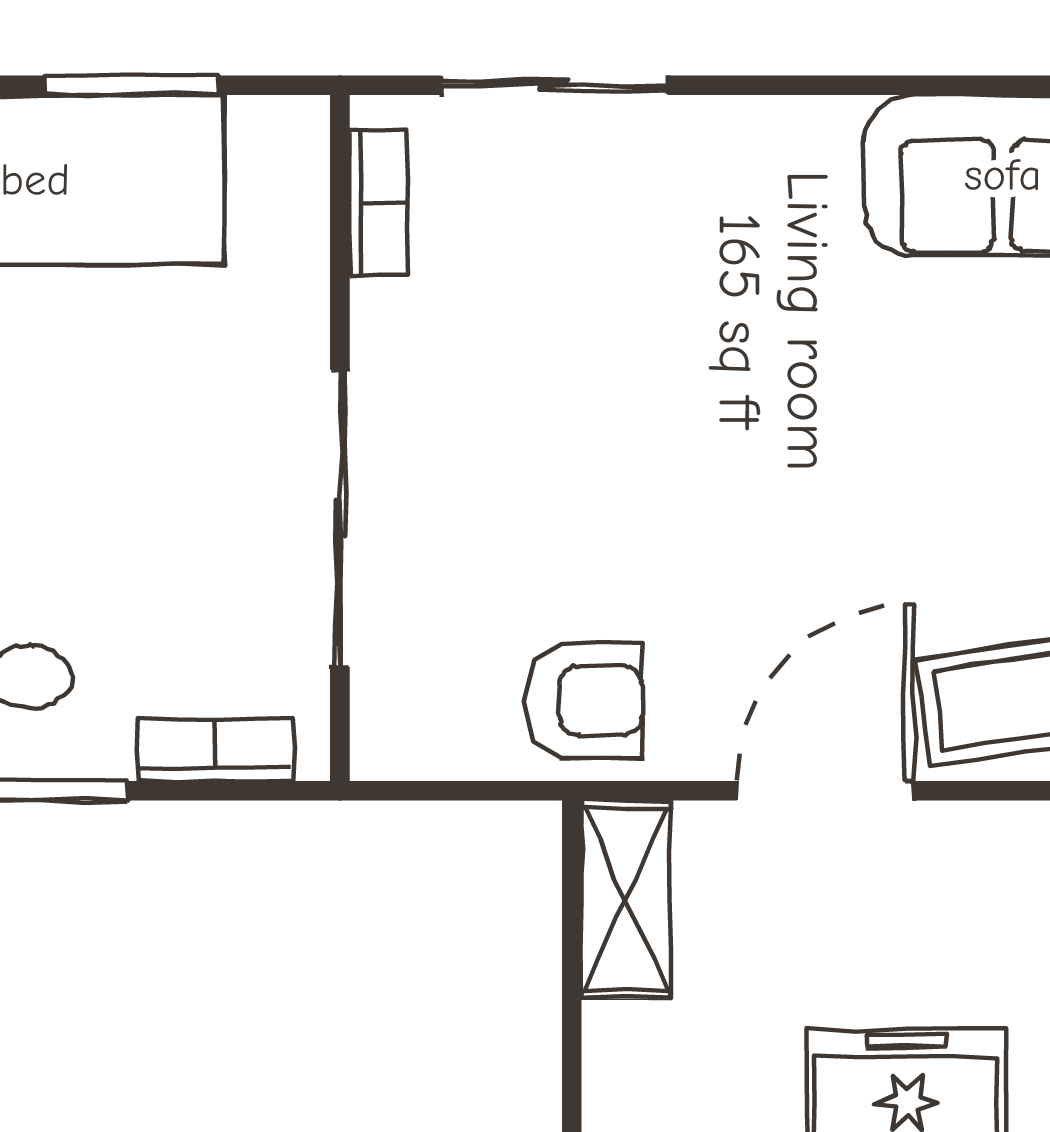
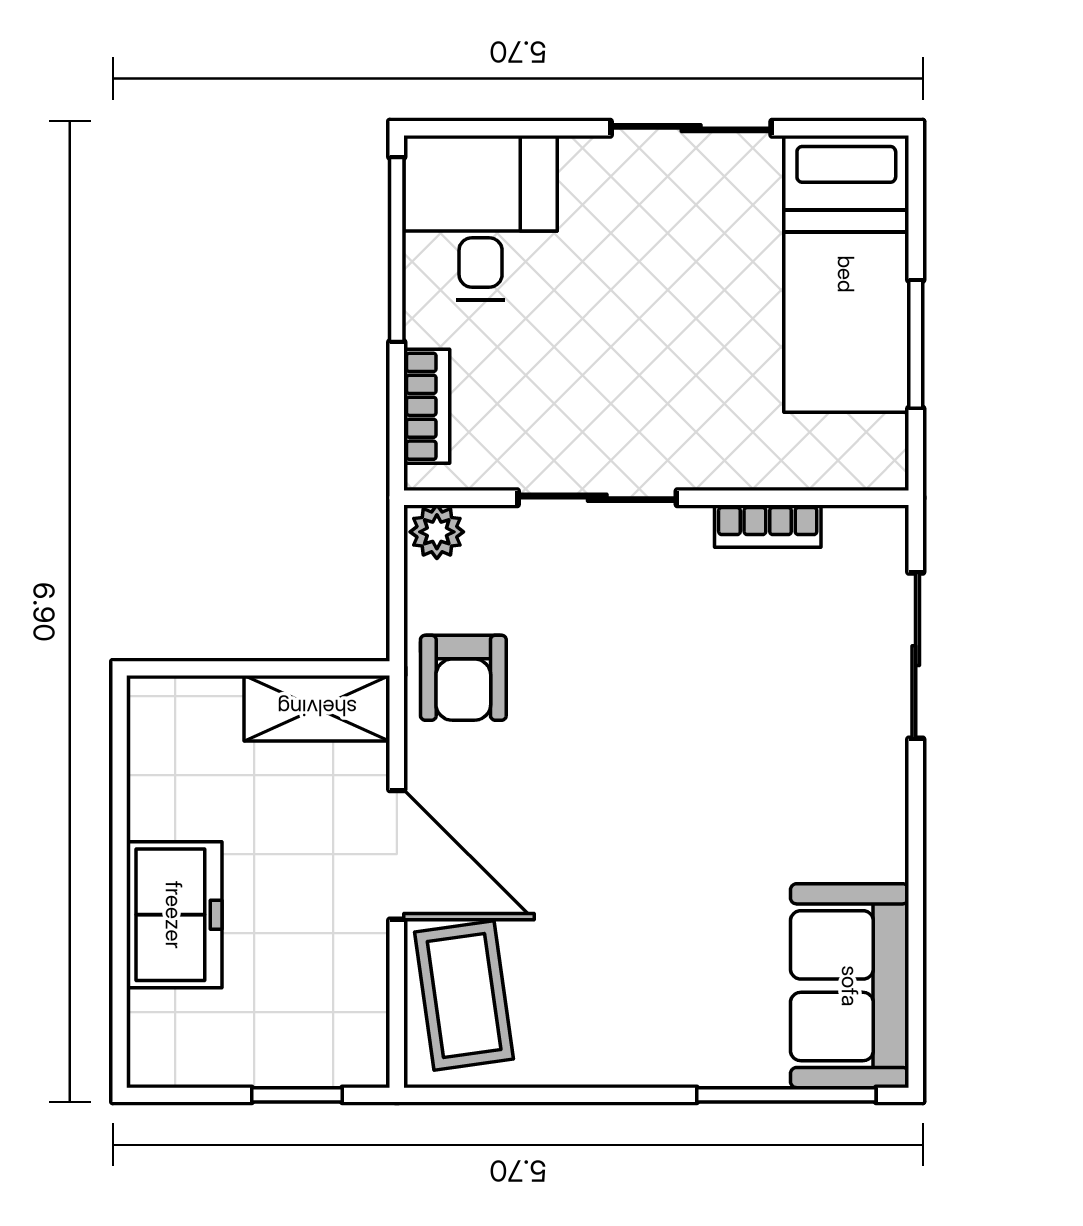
bookcase: (378, 203) -> (768, 526), moved
sliding door: (340, 518) -> (597, 498), width x0.73
plant: (386, 736) -> (437, 532), added

